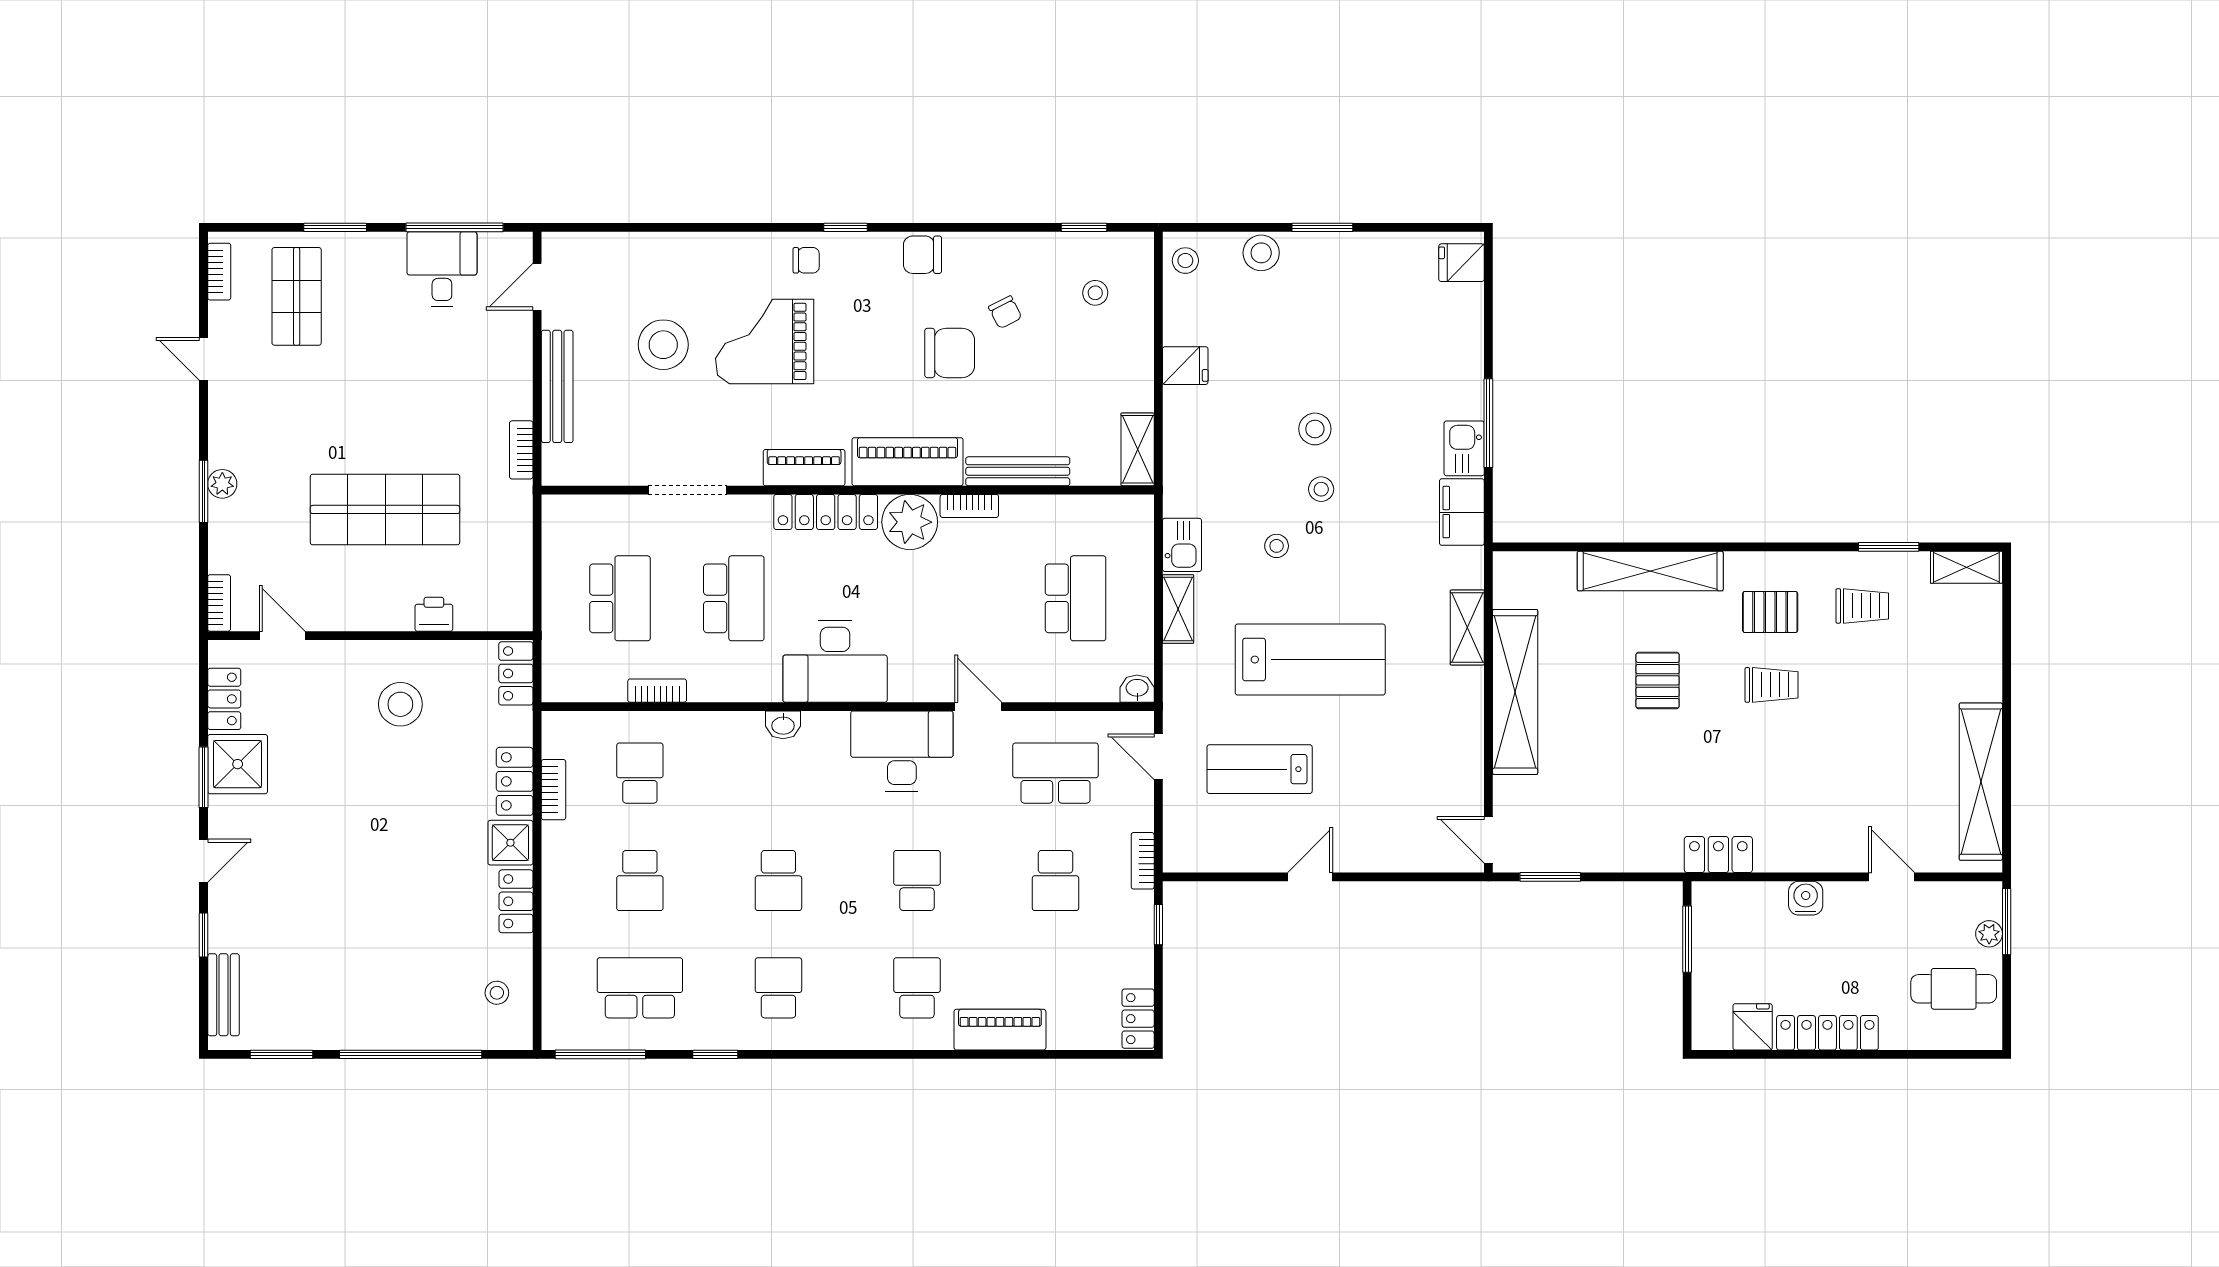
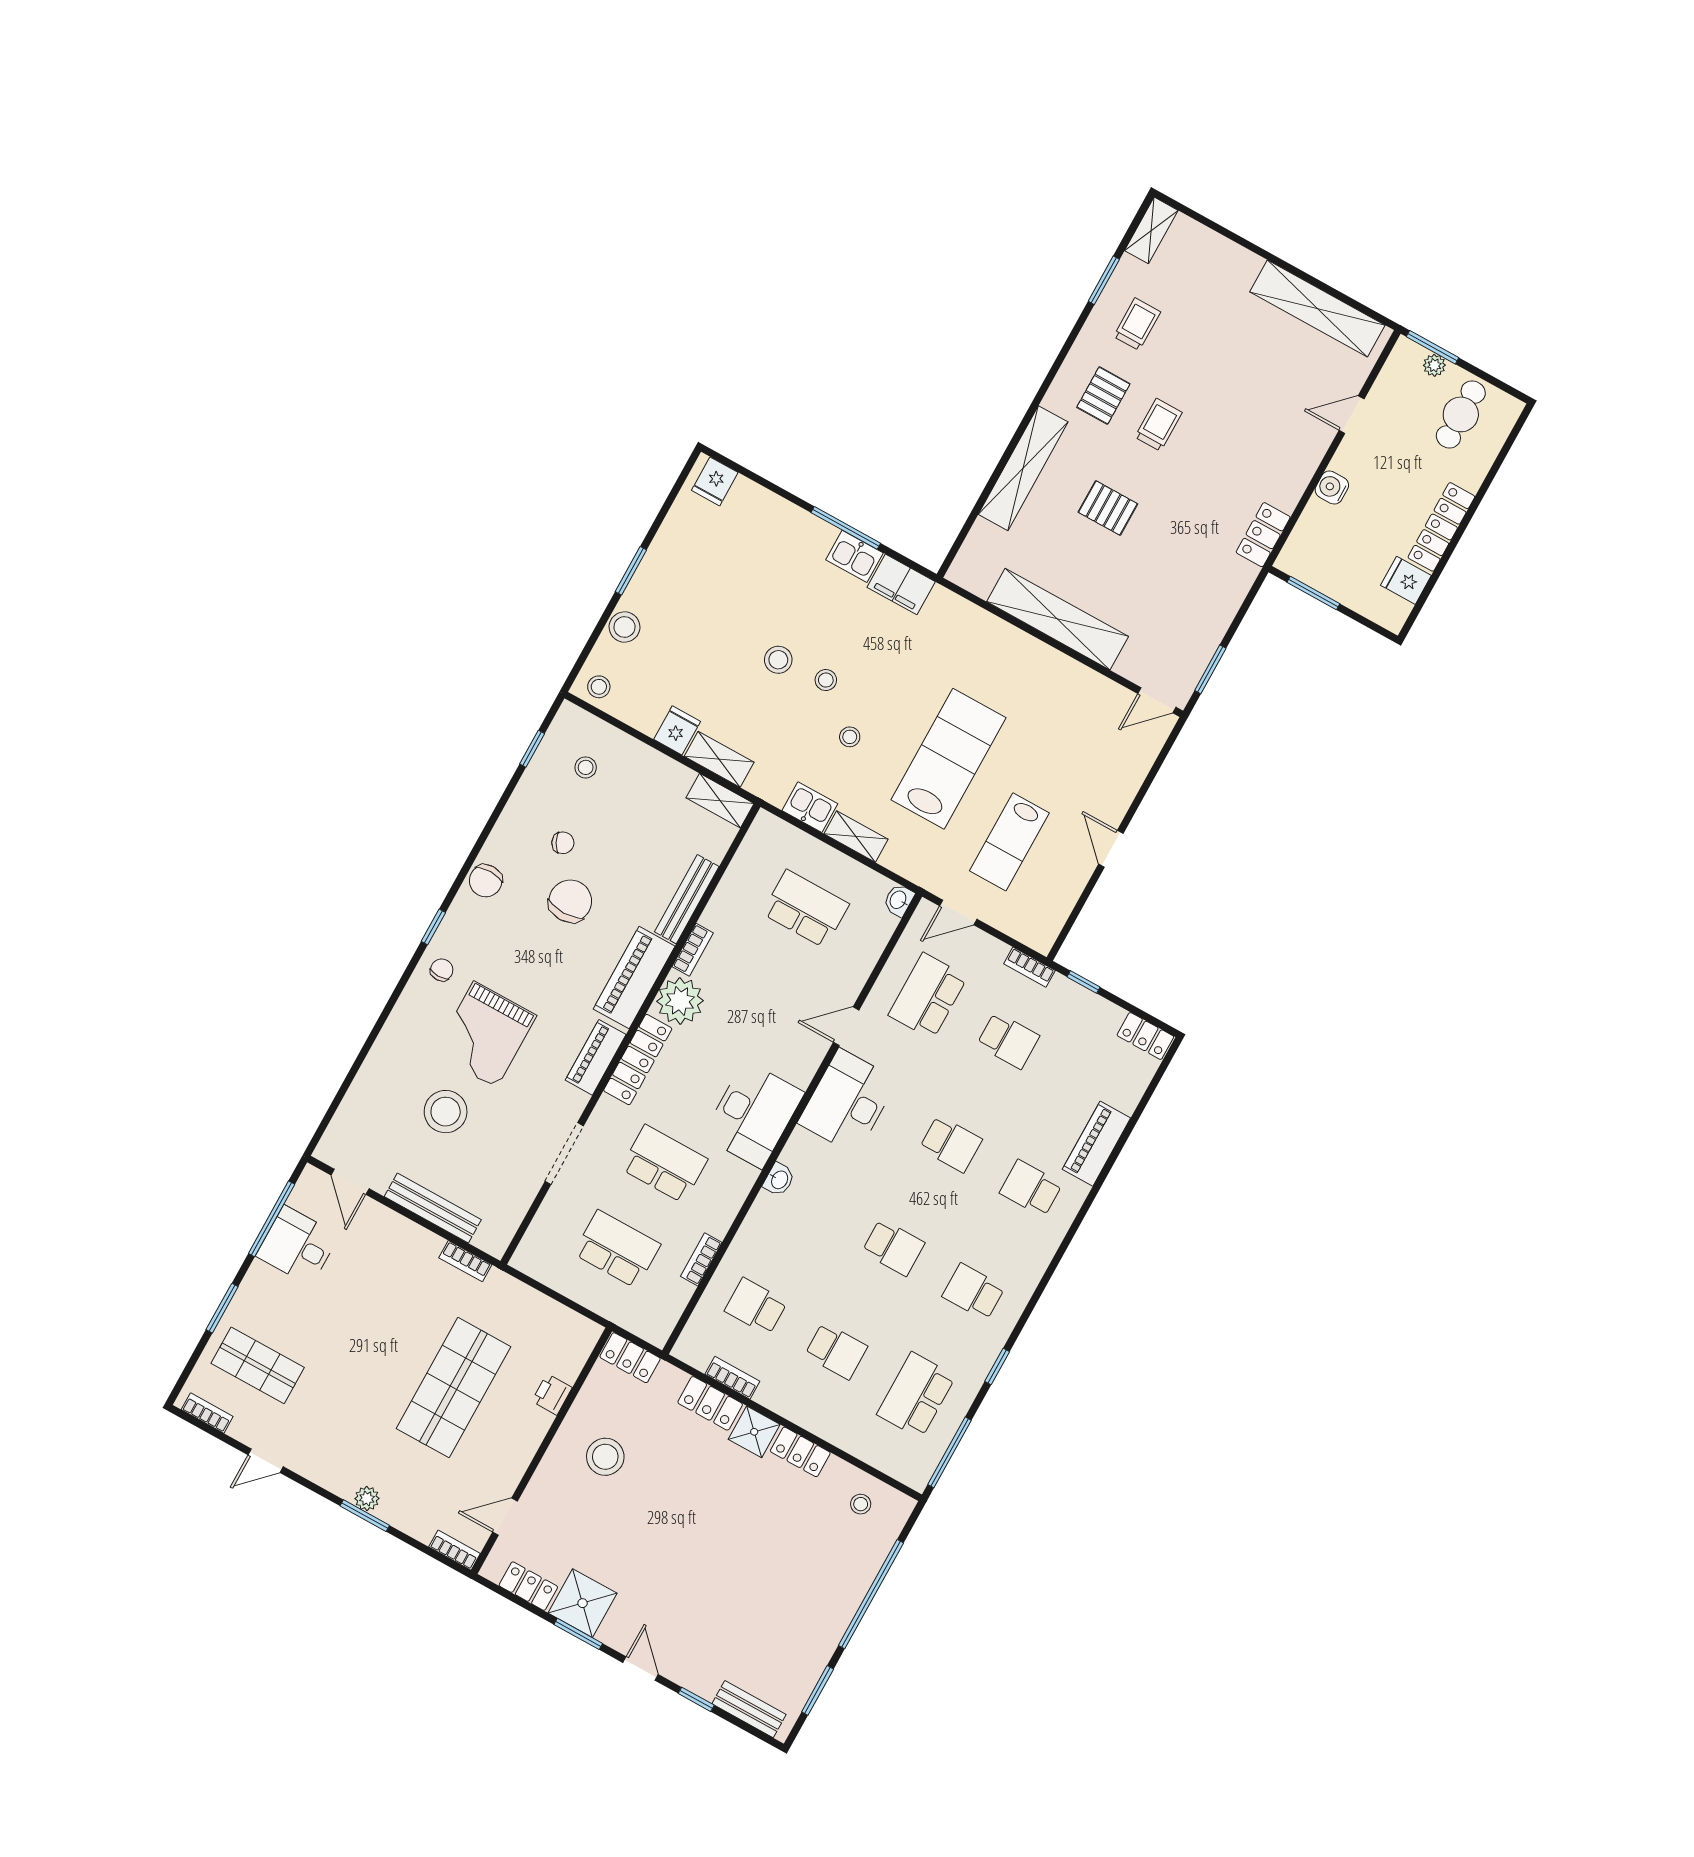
shelving: (1467, 627) -> (719, 759), moved
school desk: (917, 880) -> (951, 1144), turned 180

